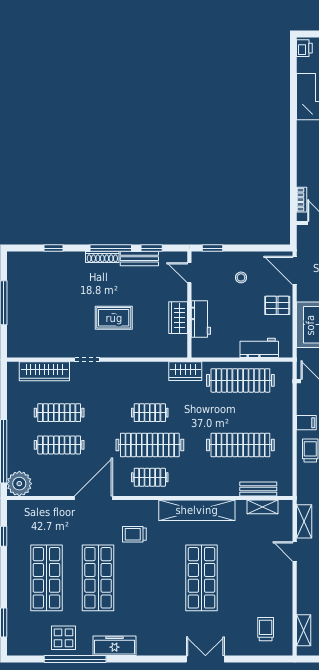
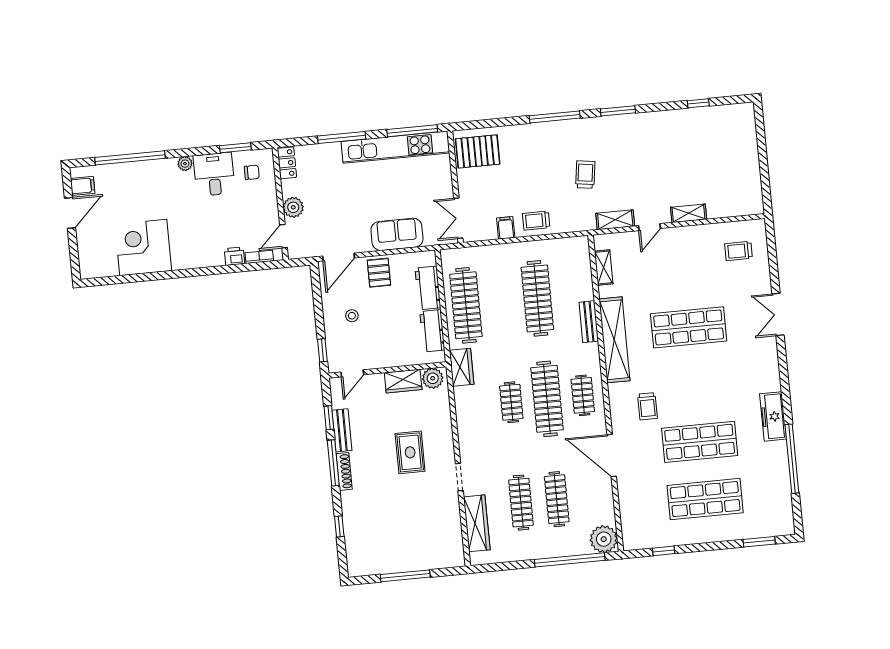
printer: (304, 48) -> (234, 256), moved
workbench: (201, 319) -> (432, 331), moved, turned -90
plant: (178, 344) -> (433, 378), added
bench: (258, 489) -> (589, 322), moved
shelving: (304, 630) -> (689, 213), moved
display table: (63, 638) -> (770, 474), removed

